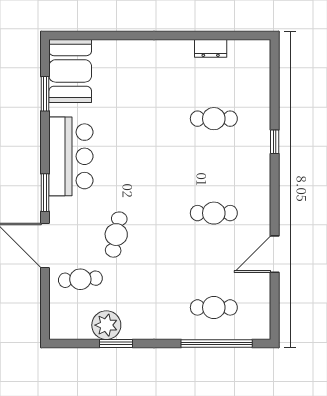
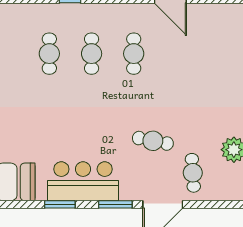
window: (45, 94) -> (60, 204), moved
cafe table: (214, 307) -> (92, 54), moved

